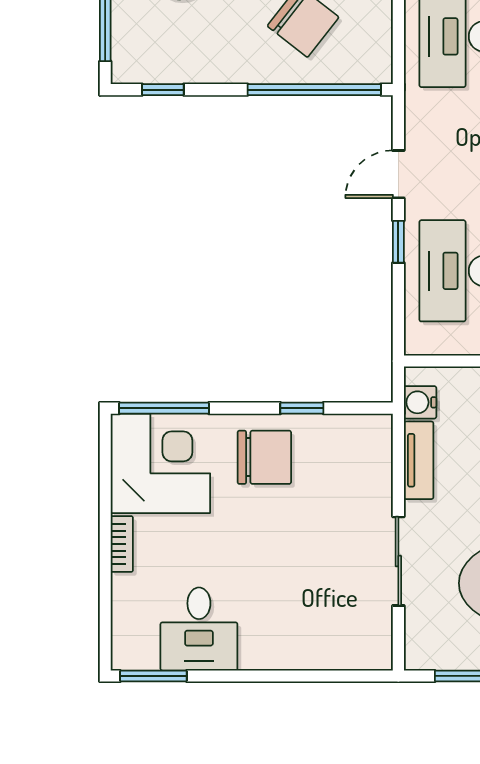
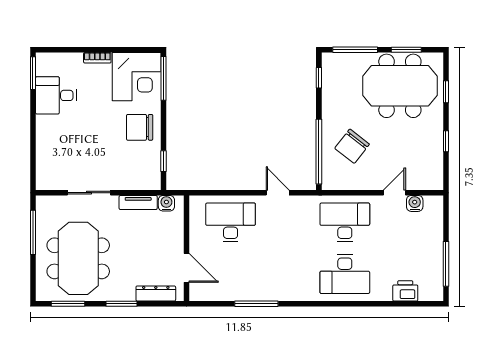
window: (398, 242) -> (245, 193), removed
window: (302, 408) -> (164, 161), moved
chair: (264, 457) -> (140, 127), turned 90

